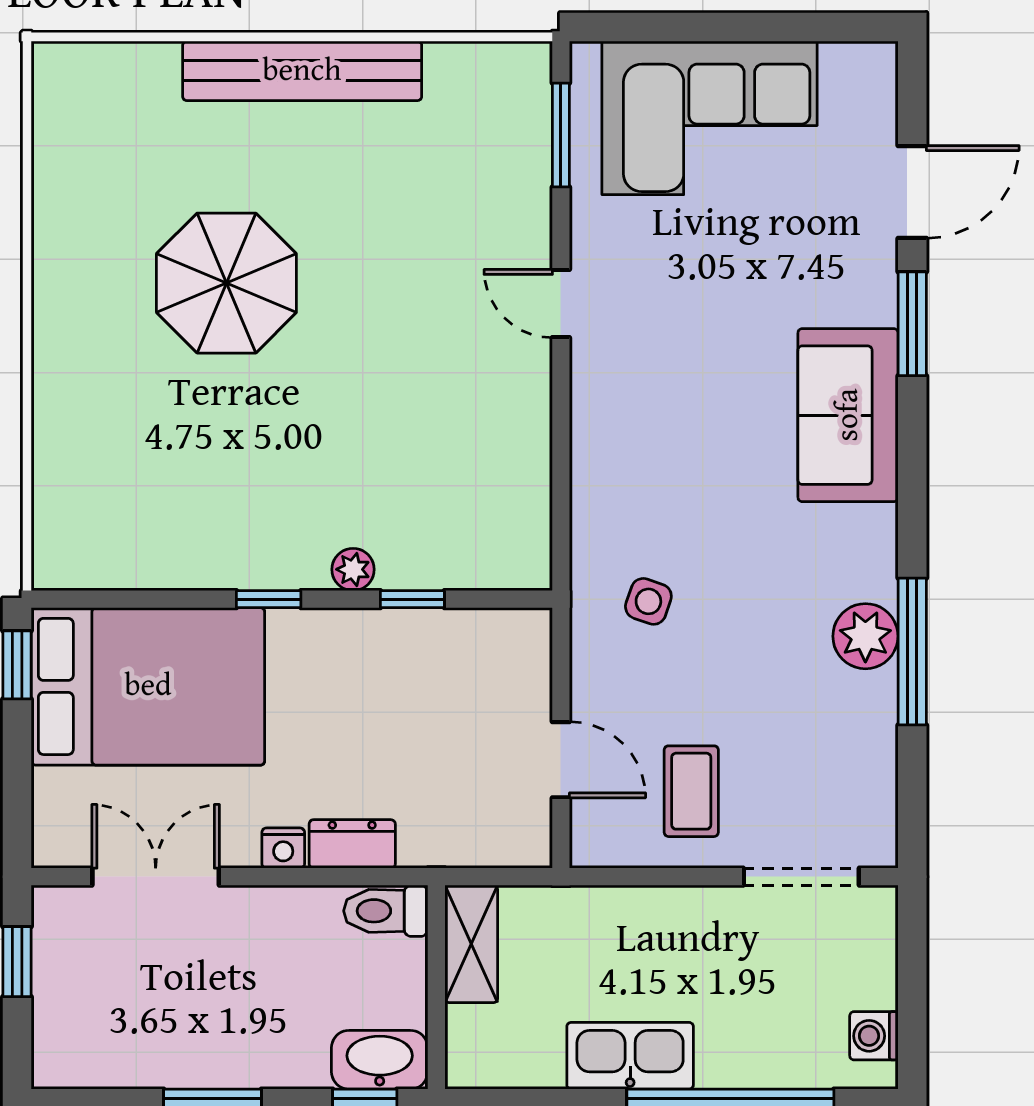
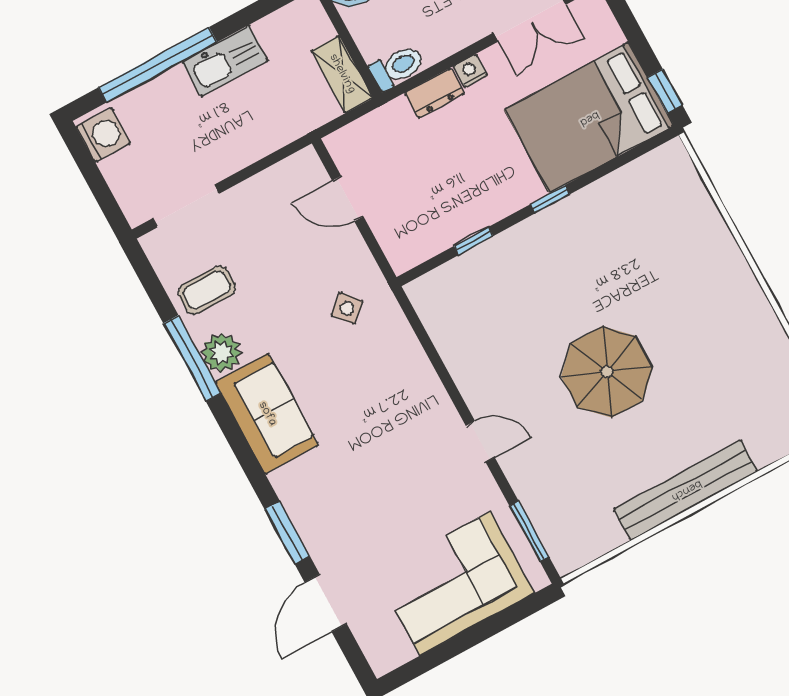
parasol: (226, 283) -> (607, 372), moved
sofa: (848, 415) -> (267, 414), moved
plant: (353, 569) -> (514, 240), removed
side table: (648, 601) -> (347, 308), turned 30
coffee table: (691, 791) -> (207, 290), moved, turned 90
washing machine: (874, 1036) -> (103, 135), width x1.38, depth x1.38

